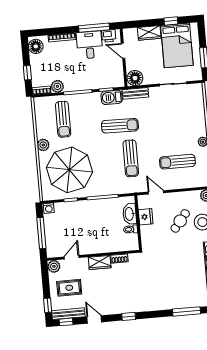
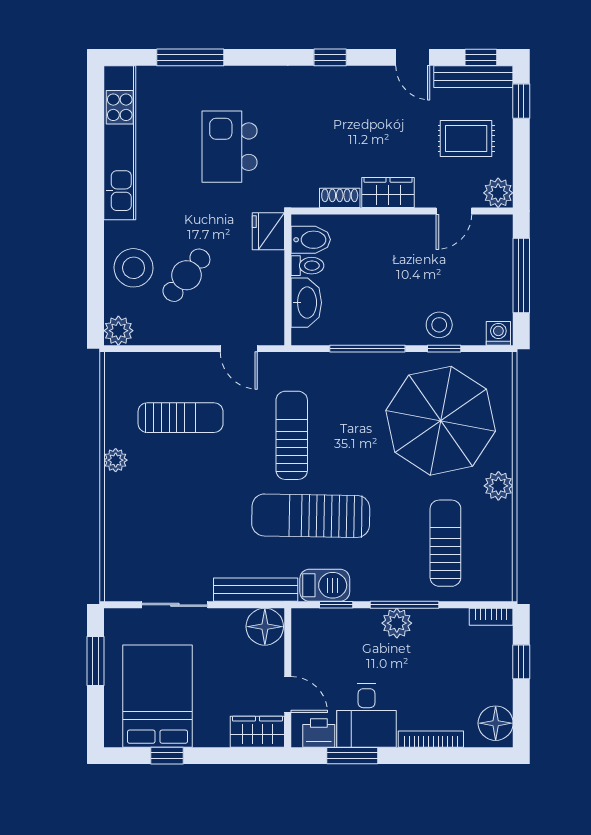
window: (94, 28) -> (352, 756), width x0.69
wardrobe: (149, 33) -> (257, 732), moved
plant: (57, 86) -> (397, 623), moved
bench: (135, 93) -> (256, 590), width x1.36
sun lounger: (120, 126) -> (311, 516), width x1.36, depth x1.34
stool: (74, 210) -> (439, 325), added
fridge: (146, 217) -> (268, 231), moved
bidet: (130, 240) -> (311, 240), added
kitchen island: (167, 276) -> (230, 147), added

